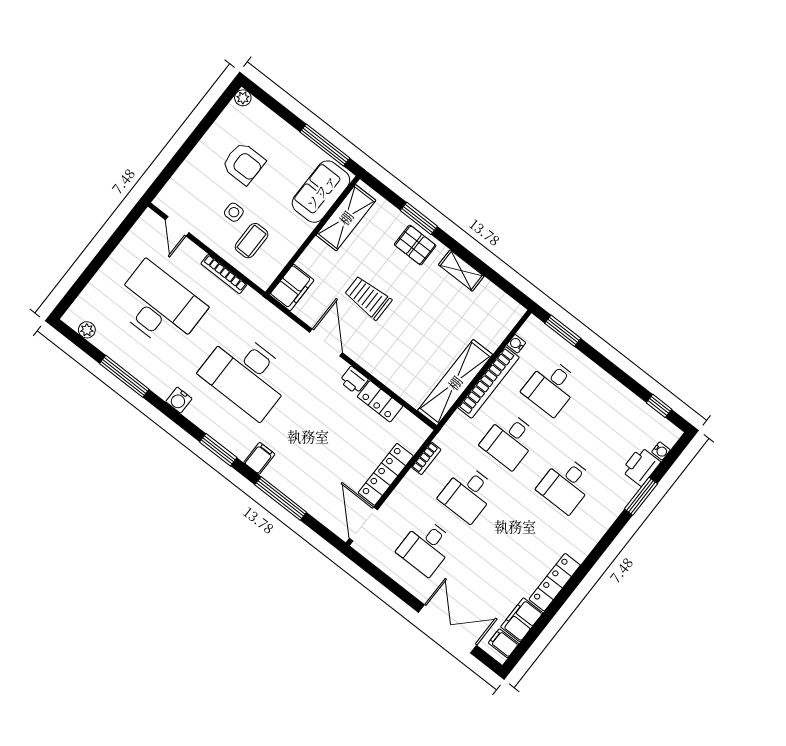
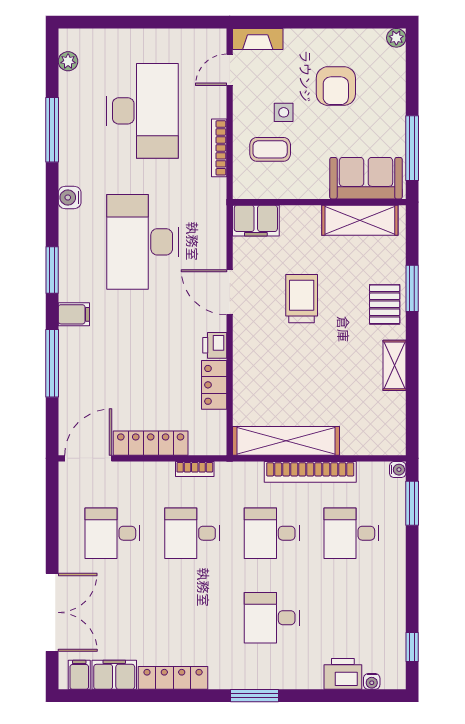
fireplace: (171, 191) -> (258, 39), added
door: (326, 343) -> (230, 292), swing flipped
water cooler: (516, 344) -> (398, 470), moved, turned 90
window: (641, 496) -> (254, 696), moved

